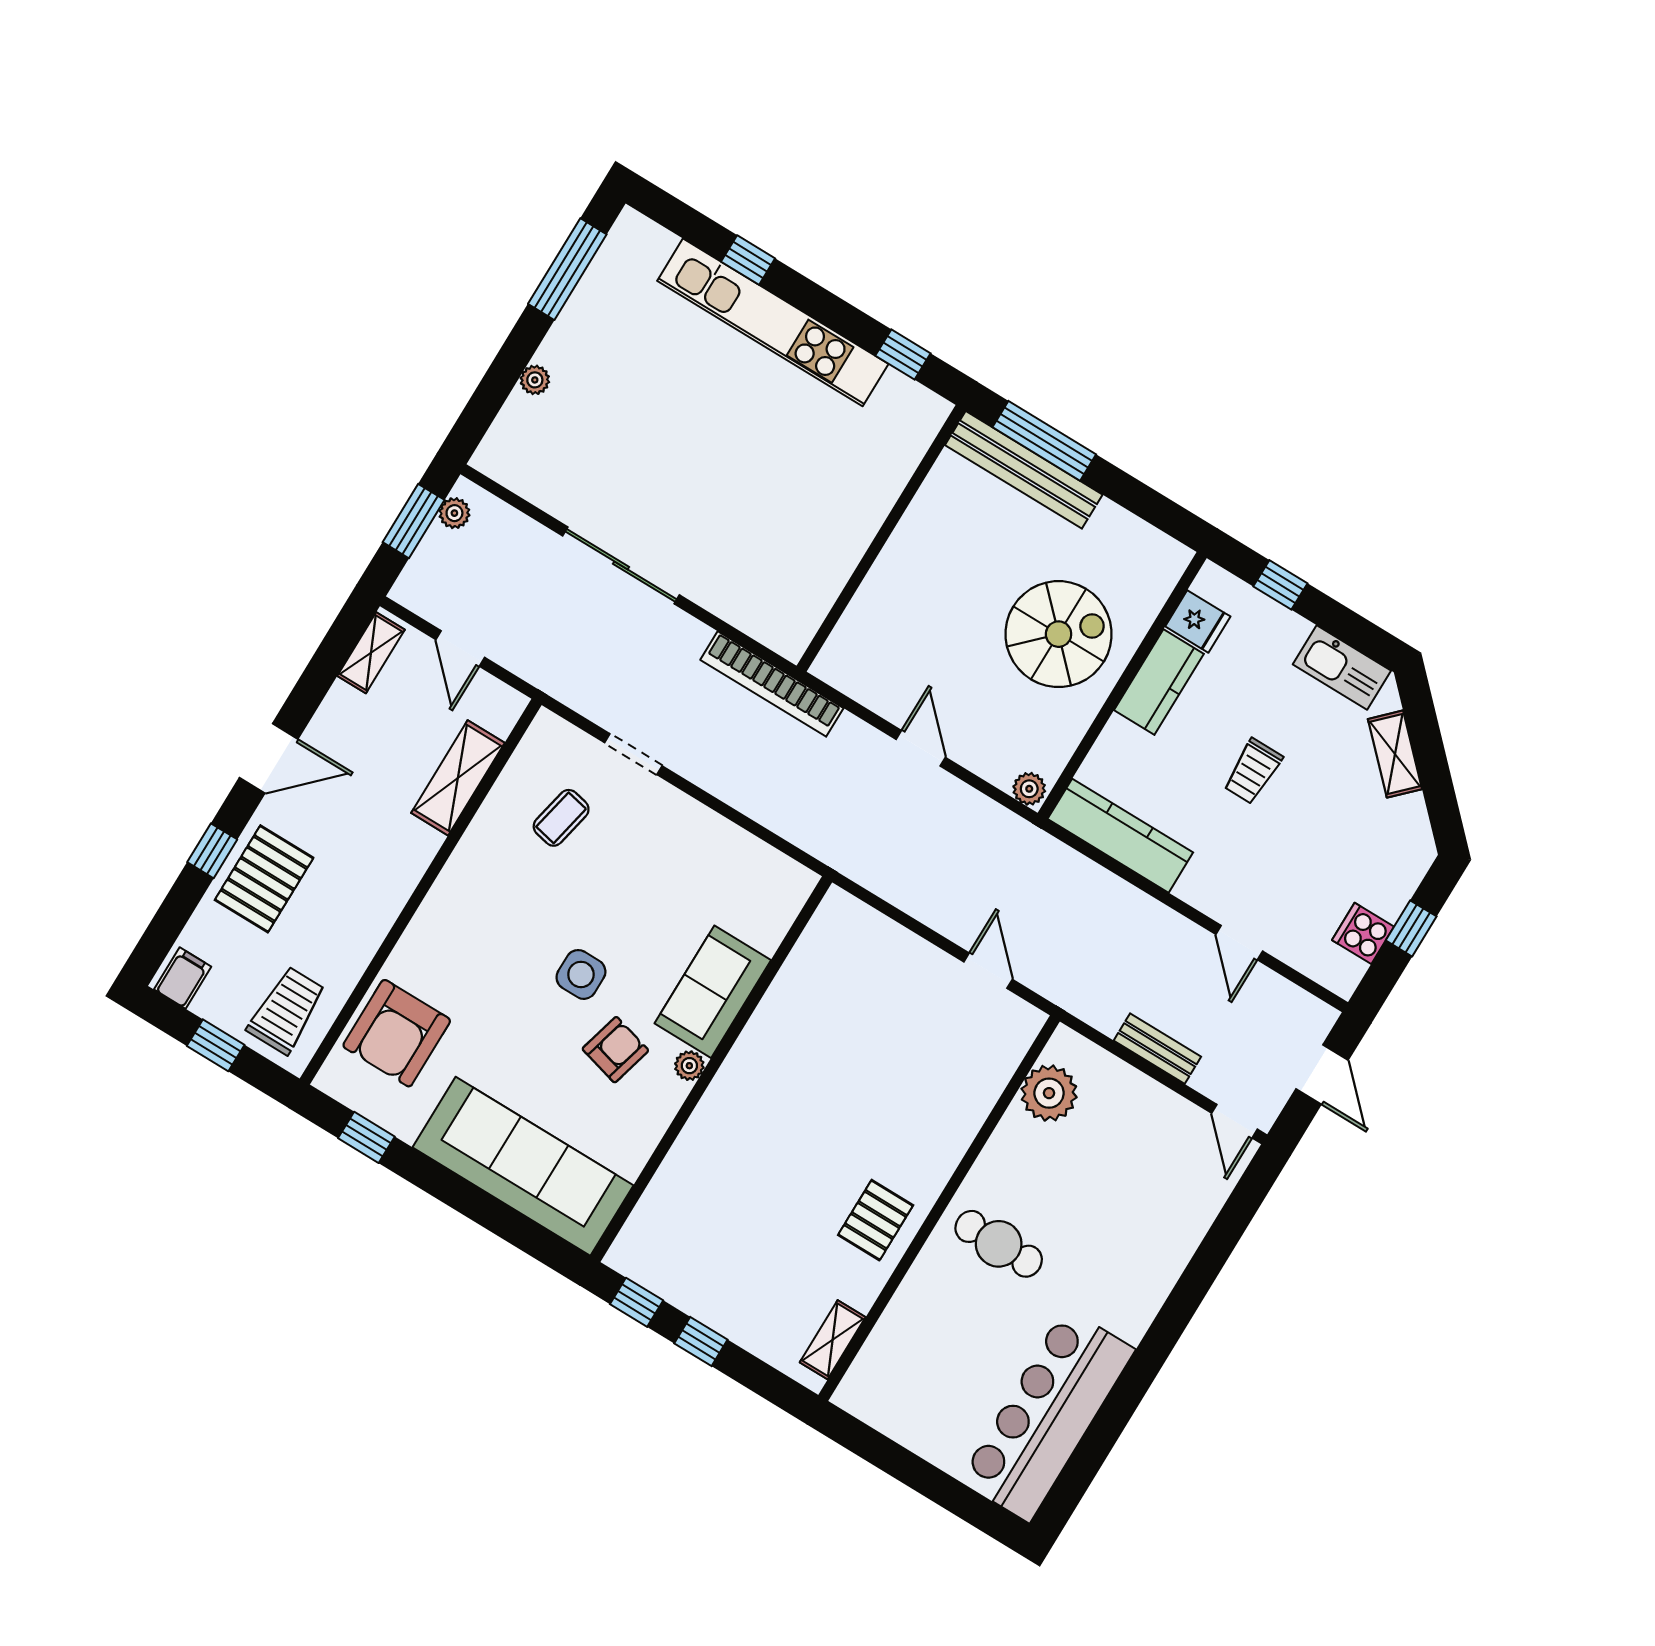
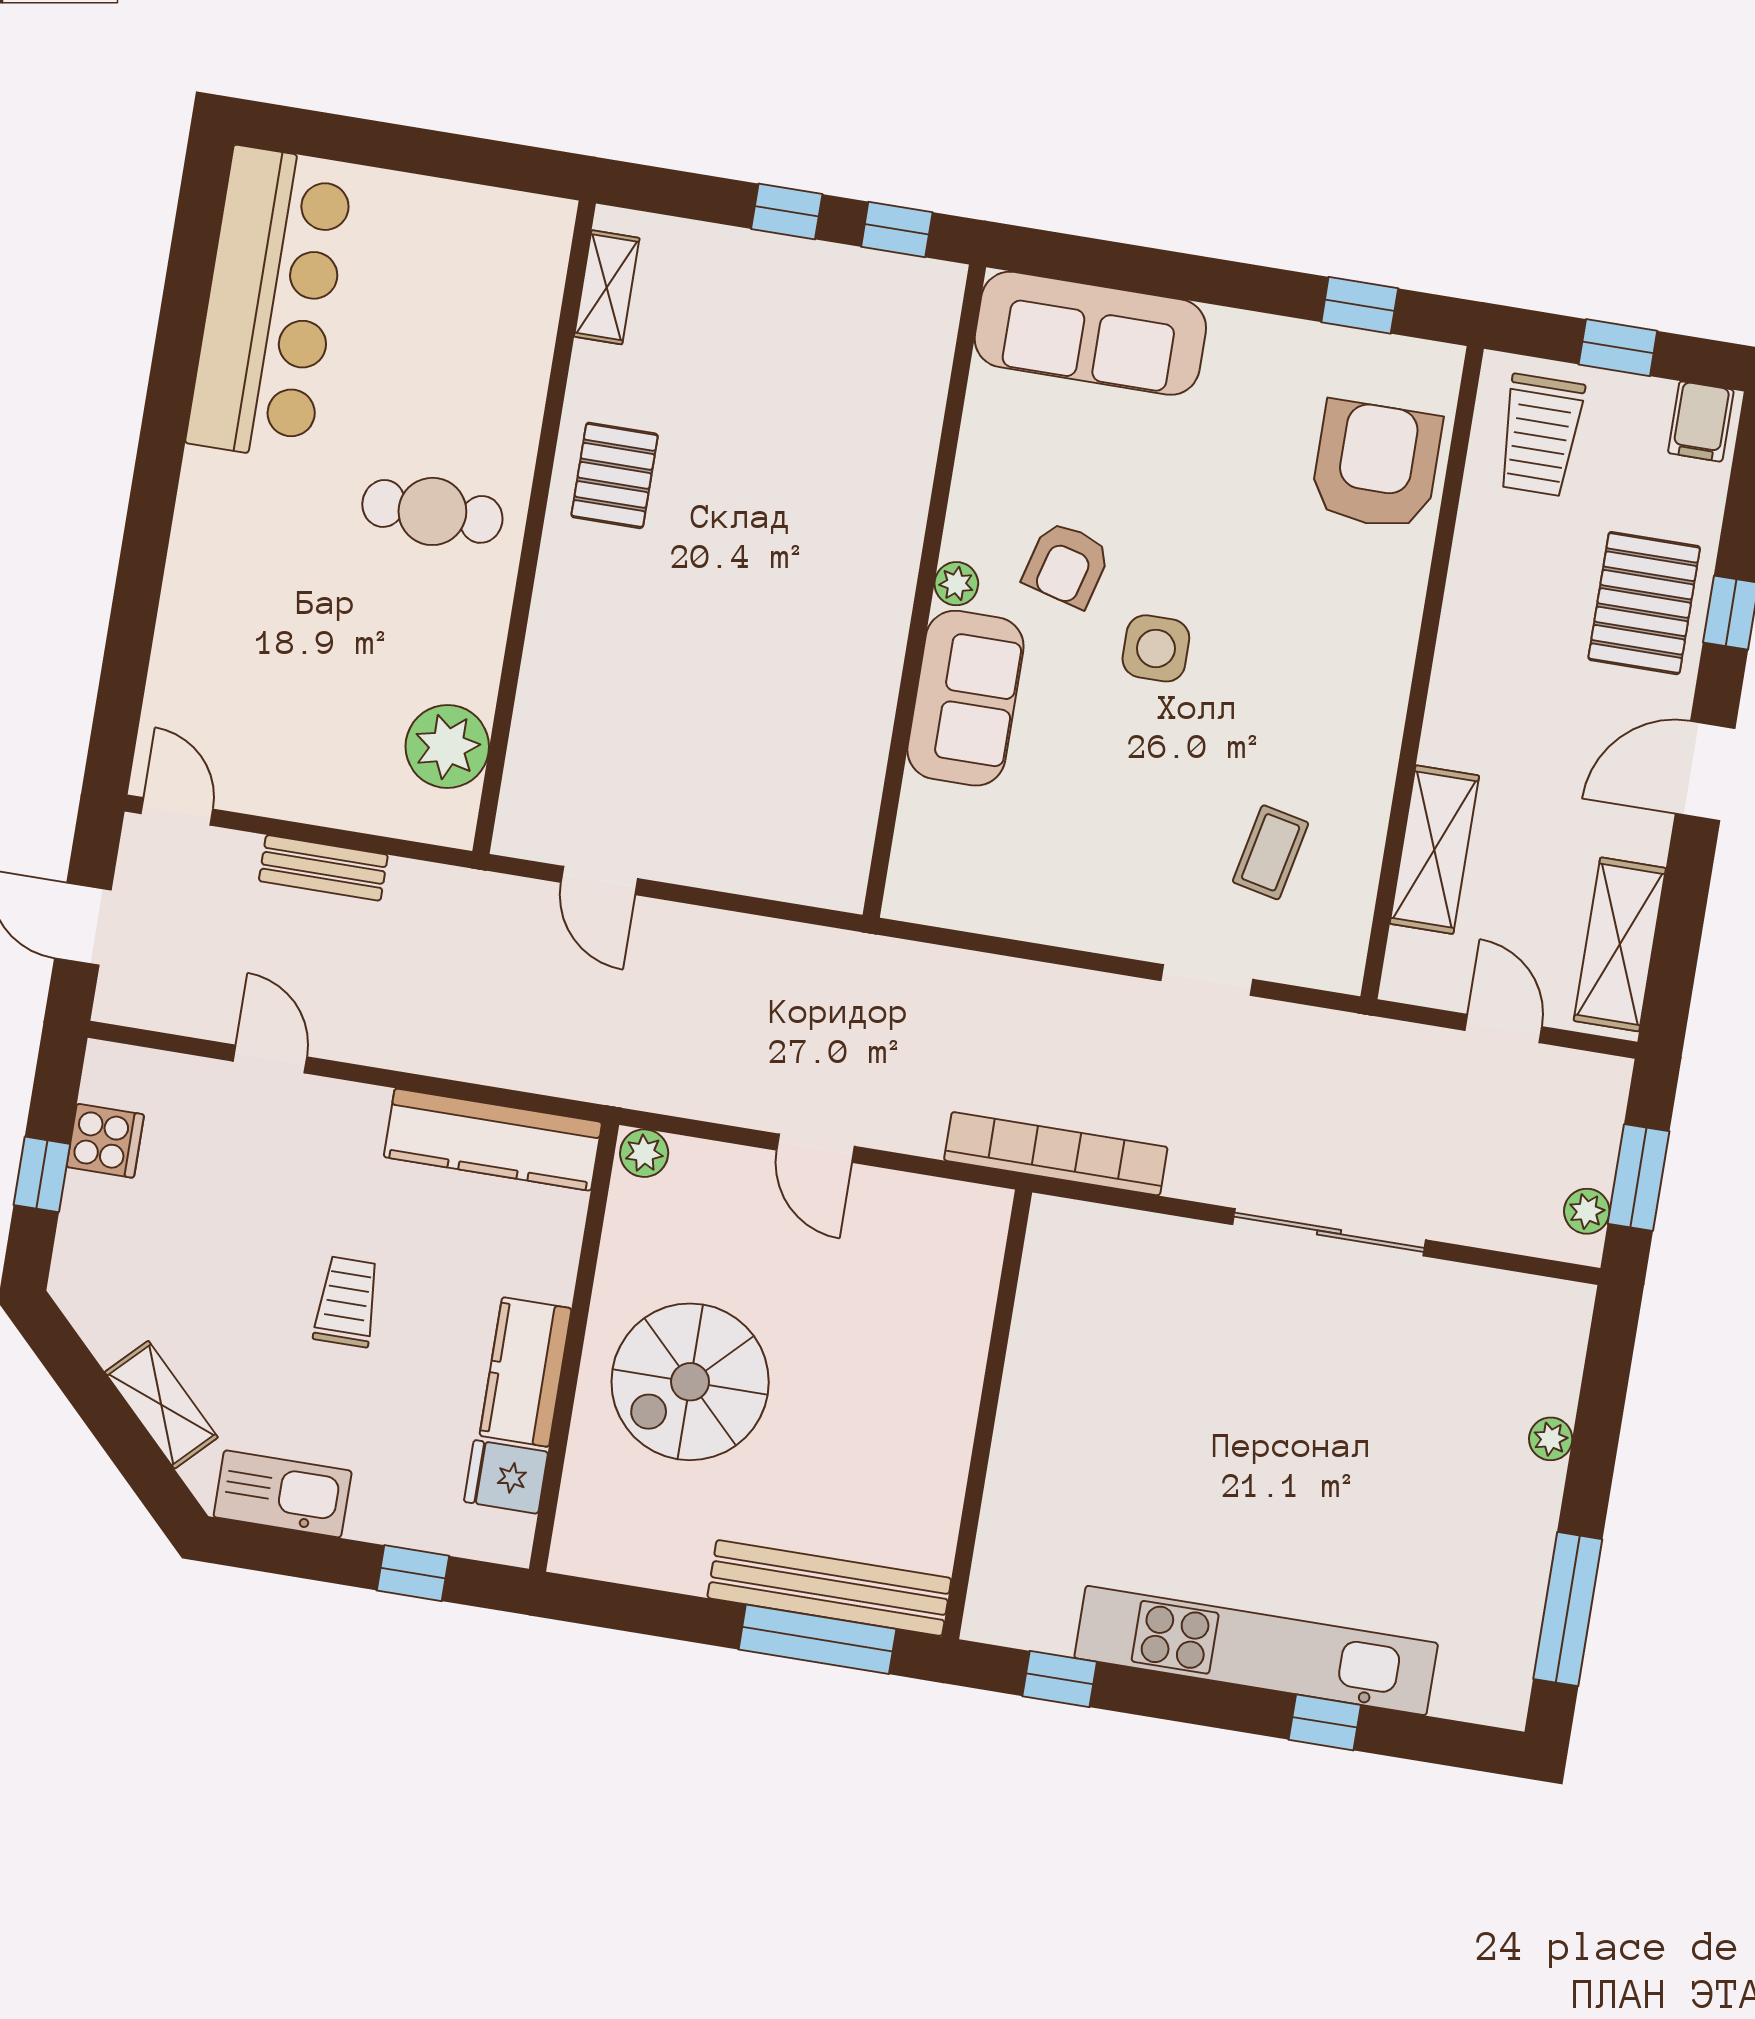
shelving: (371, 653) -> (1620, 944), width x1.50, depth x1.33
sofa: (523, 1166) -> (1090, 333), width x0.74, depth x0.79

